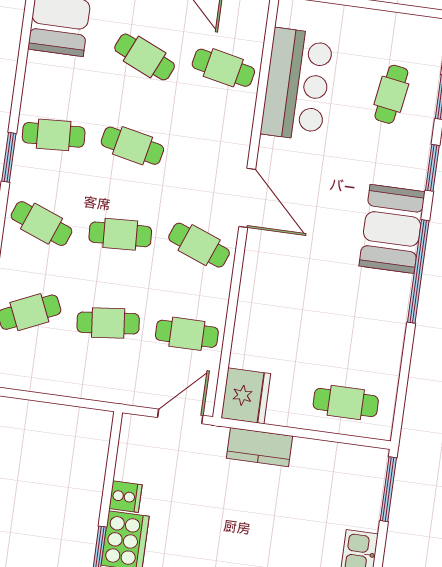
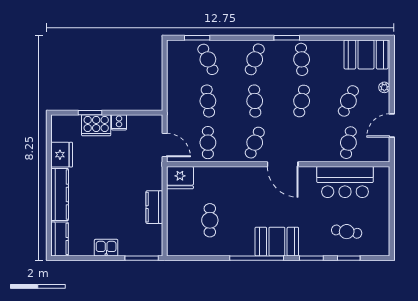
door: (247, 198) -> (283, 164), hinge flipped
cafe table: (346, 403) -> (210, 220), moved
kitchen counter: (260, 447) -> (154, 207), moved

